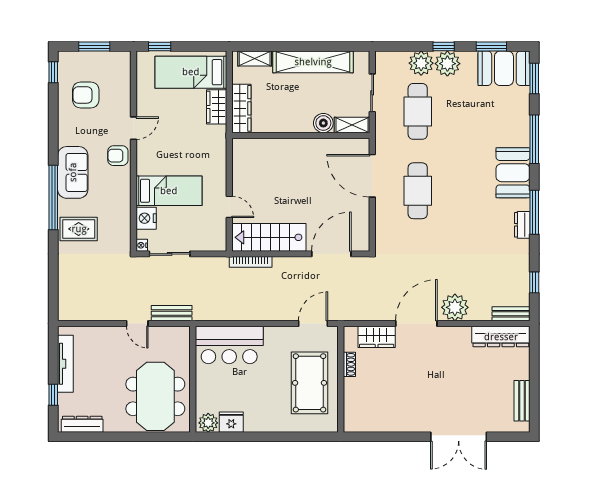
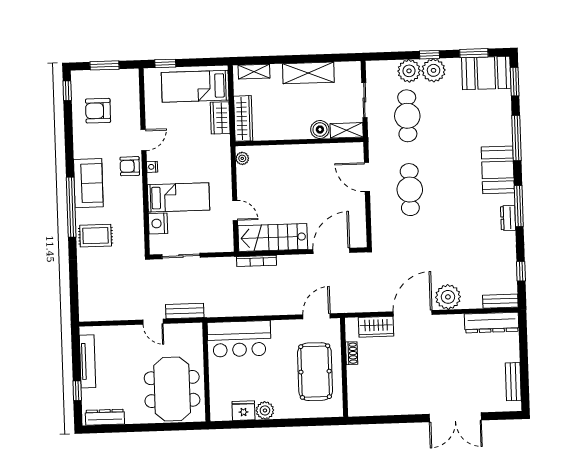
shelving: (313, 62) -> (308, 73), width x0.68
plant: (239, 151) -> (242, 158), added
door: (372, 176) -> (367, 177), width x0.73
nightstand: (142, 245) -> (152, 167), moved
plant: (208, 423) -> (265, 410), moved

